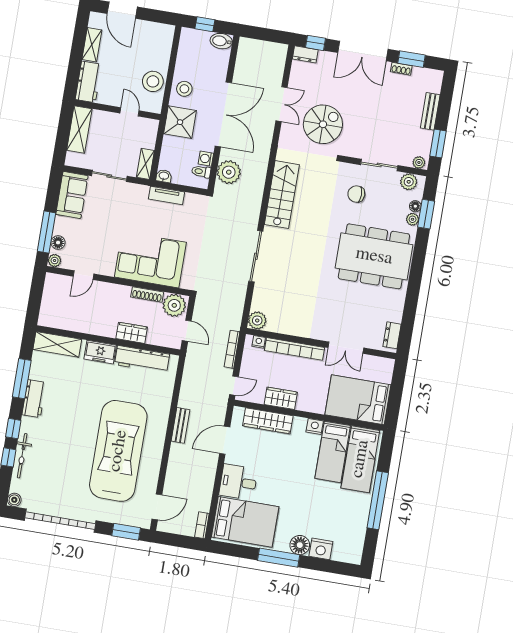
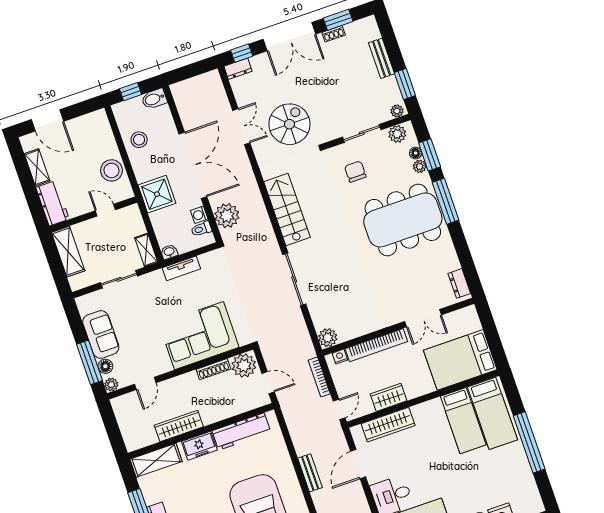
stool: (184, 89) -> (139, 140), moved
chair: (356, 194) -> (355, 172), turned 90
sofa: (72, 195) -> (101, 335), moved
window: (418, 260) -> (446, 201), added
wardrobe: (132, 333) -> (179, 426), moved, width x1.50
nightstand: (315, 426) -> (434, 406), removed

